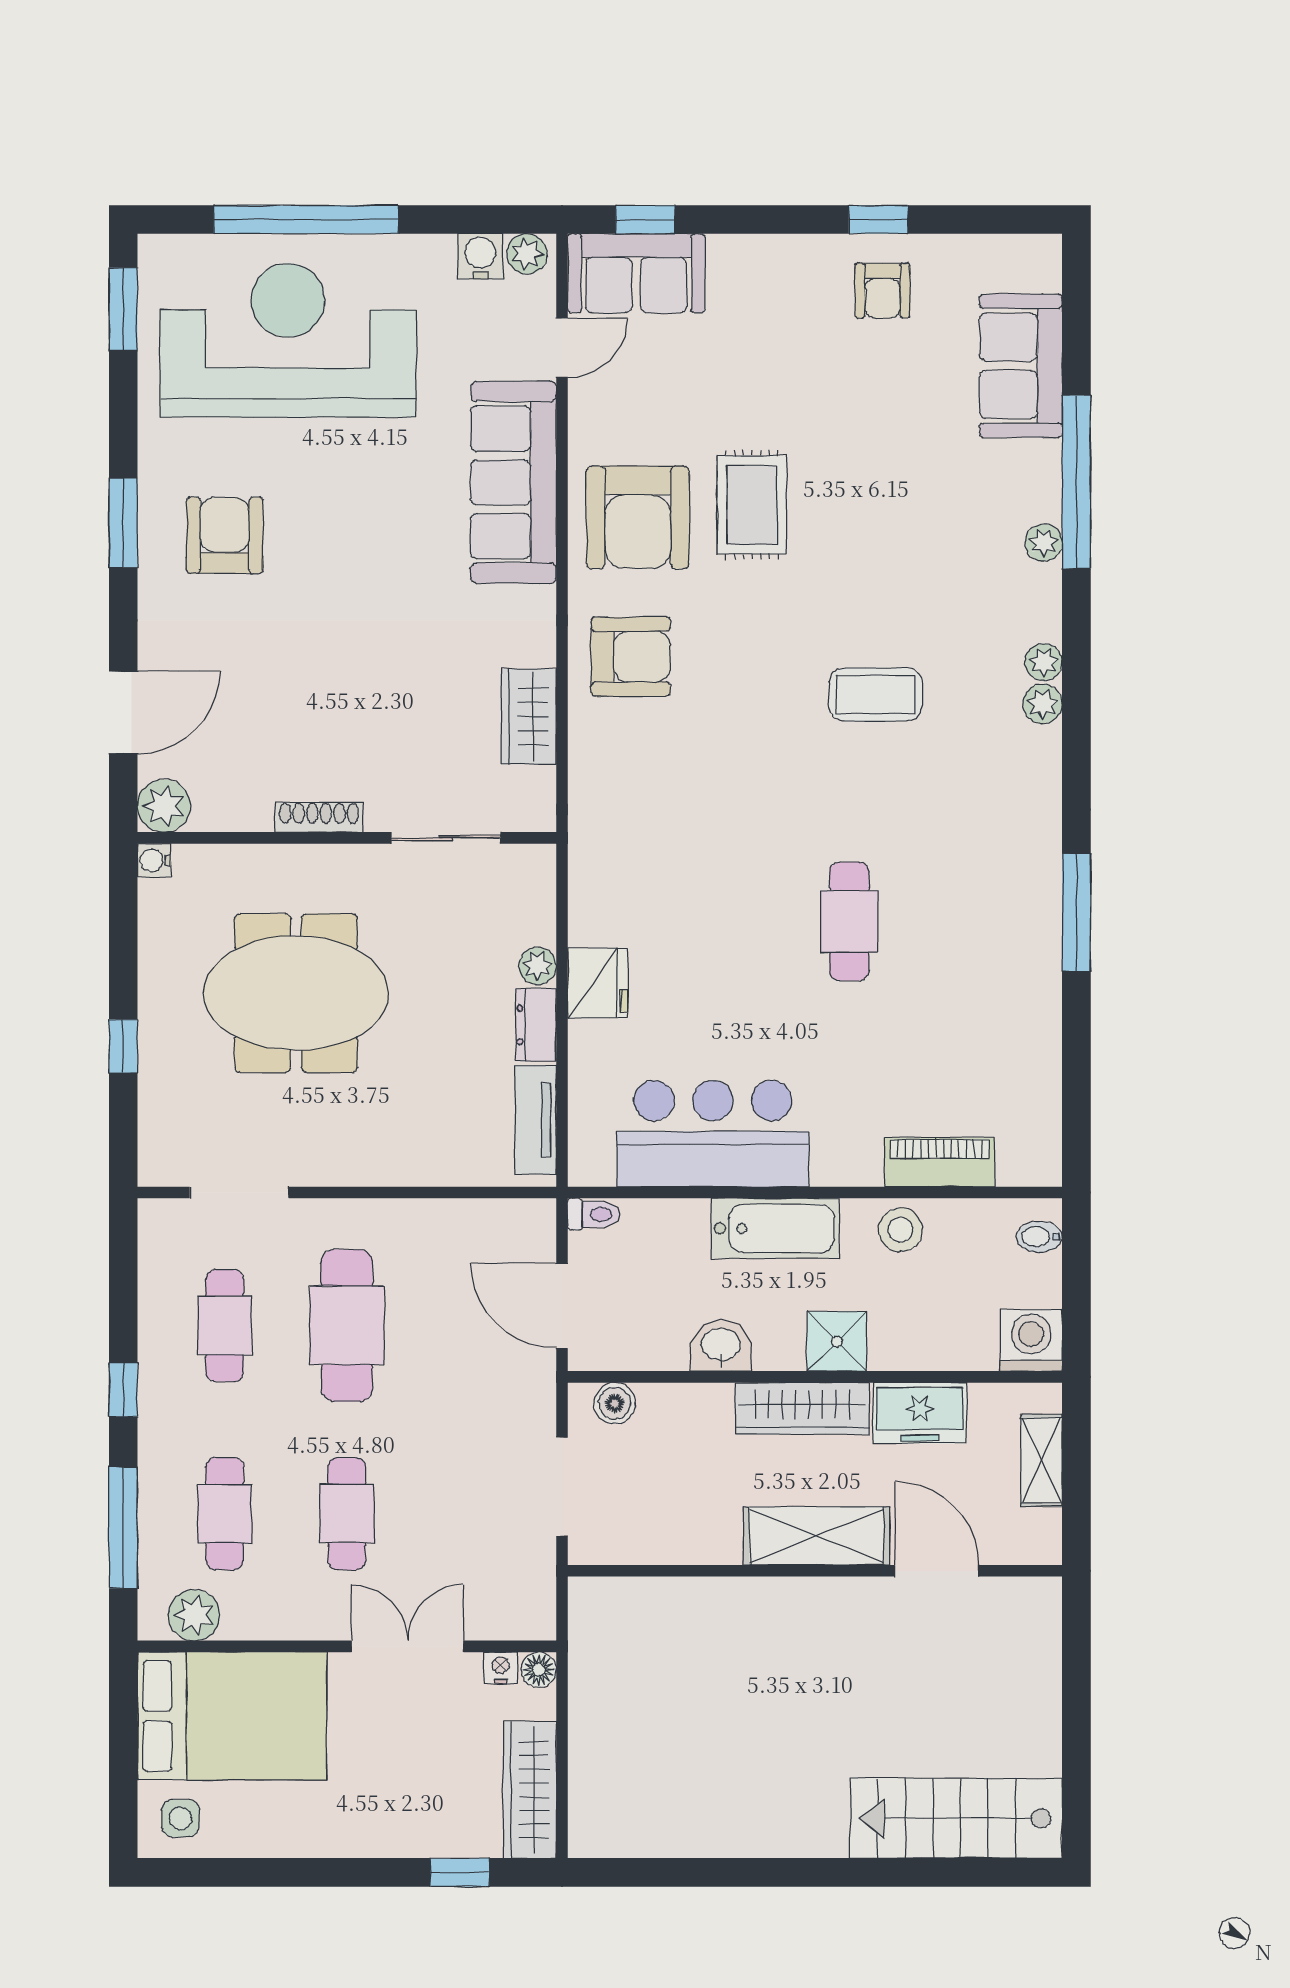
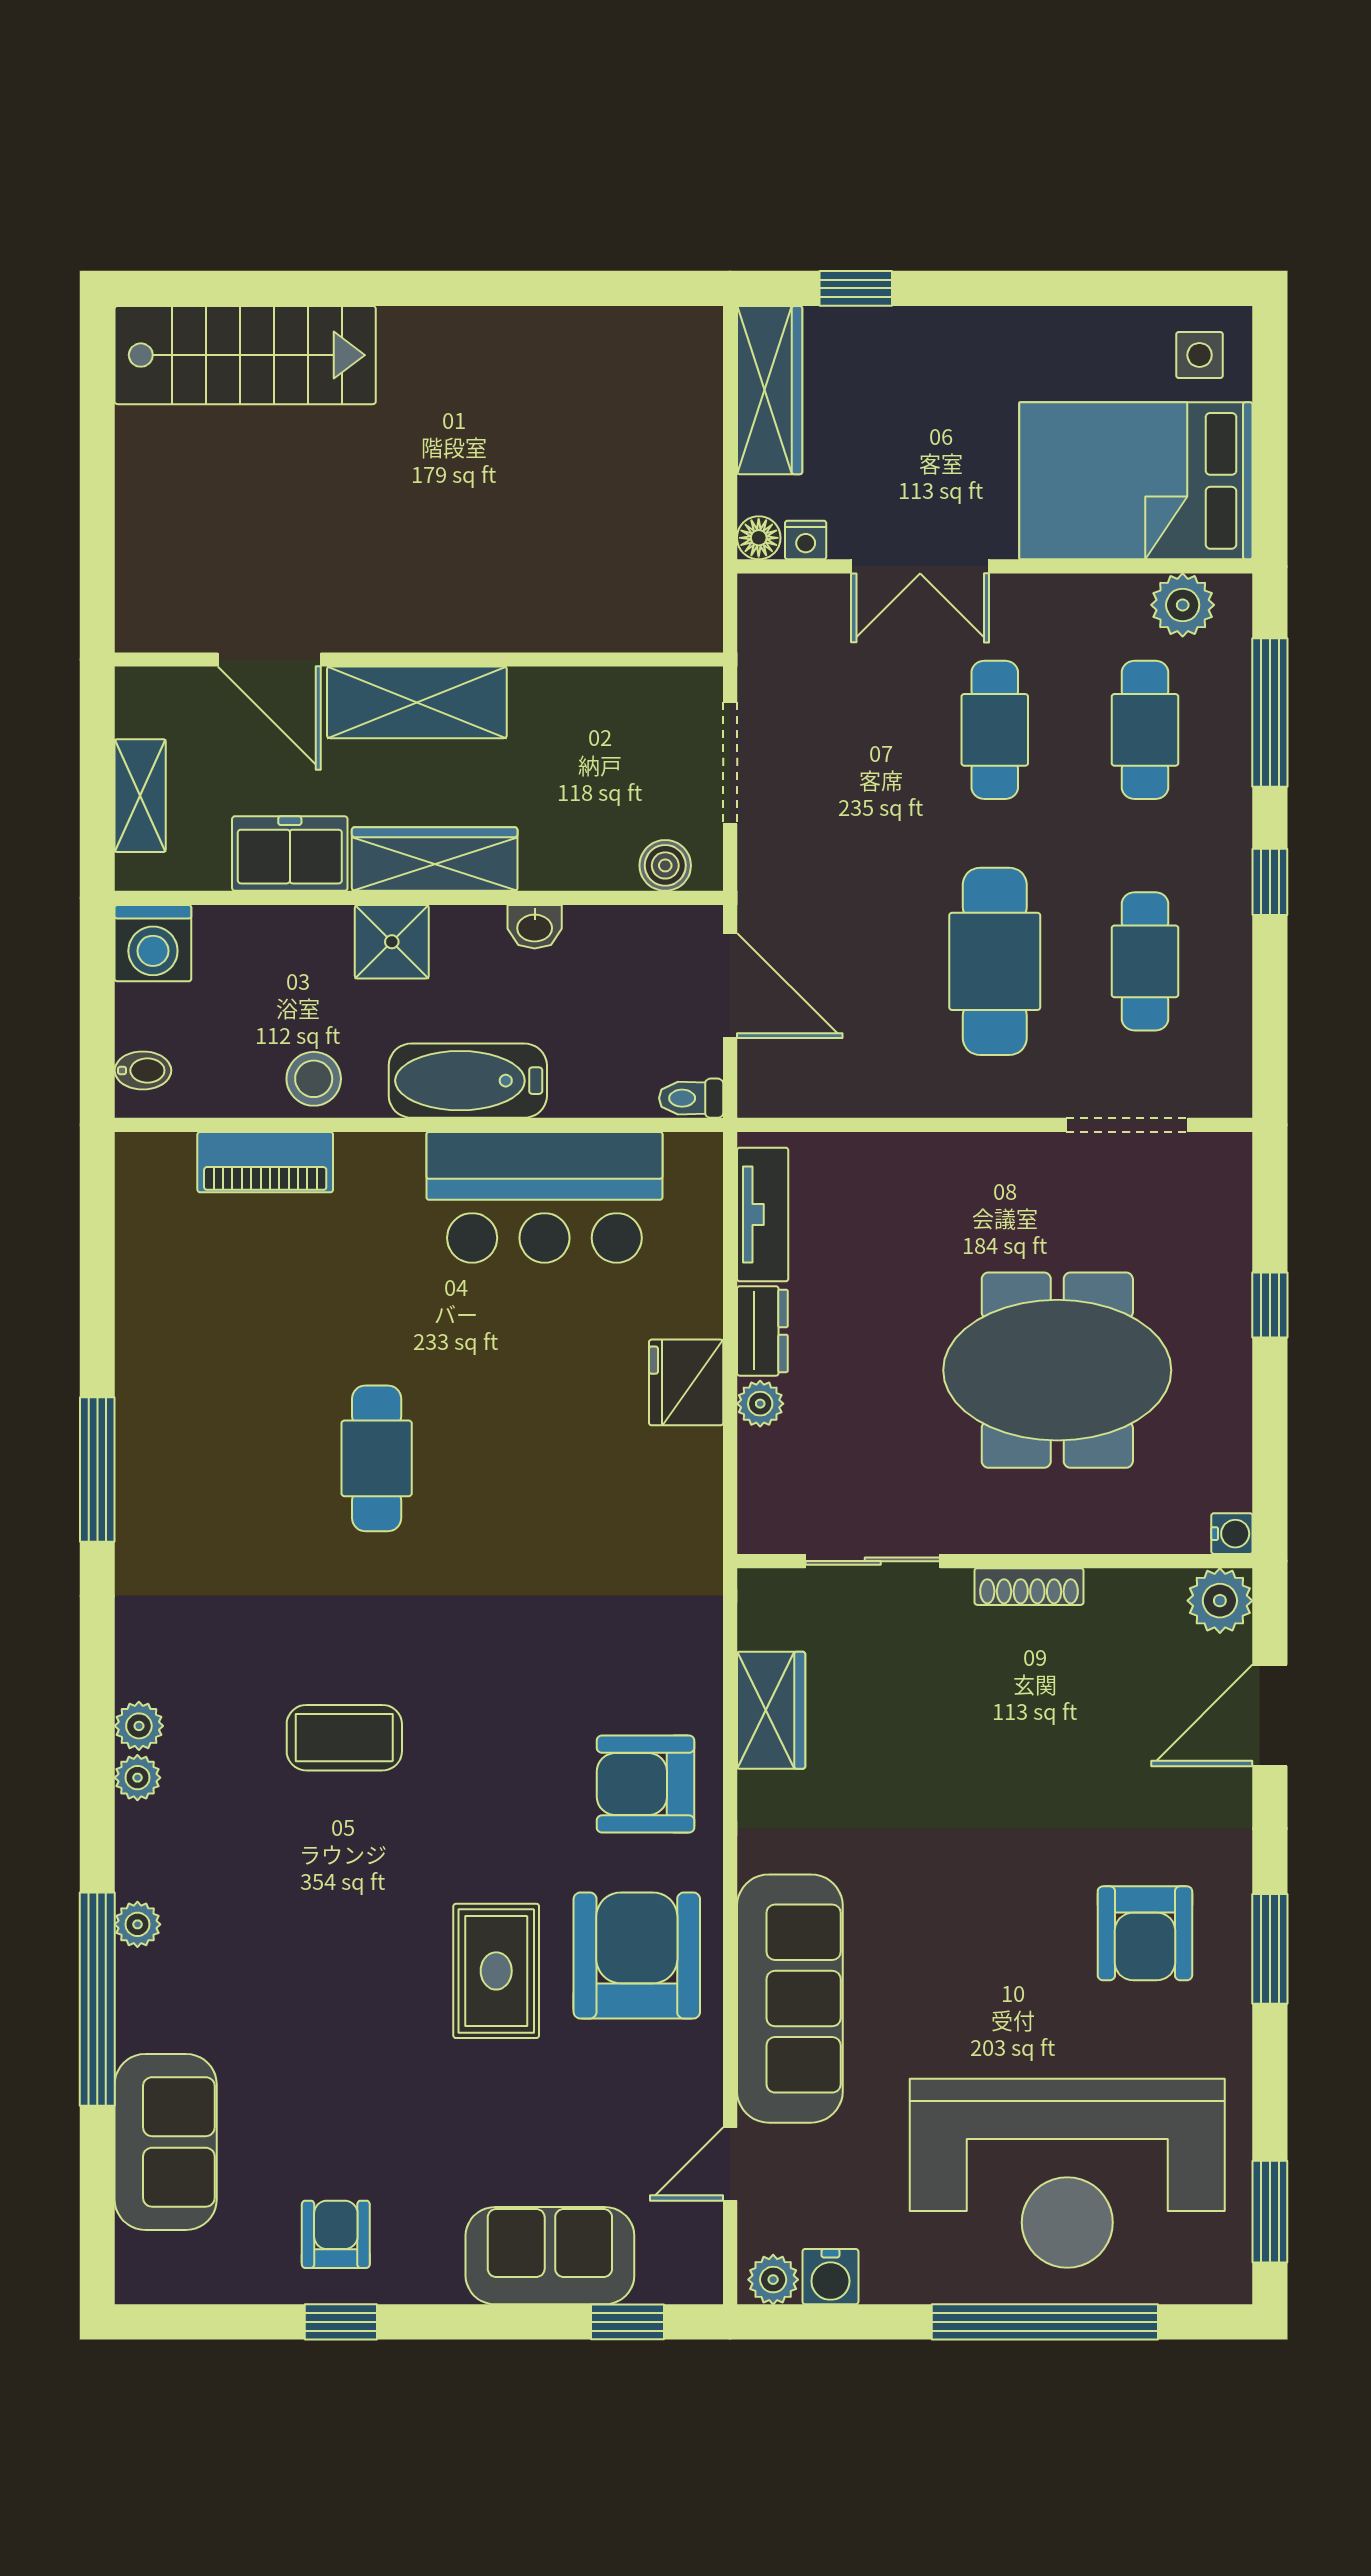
sofa: (636, 273) -> (550, 2256), moved
washbasin: (721, 1346) -> (535, 927), width x0.72, depth x0.69

